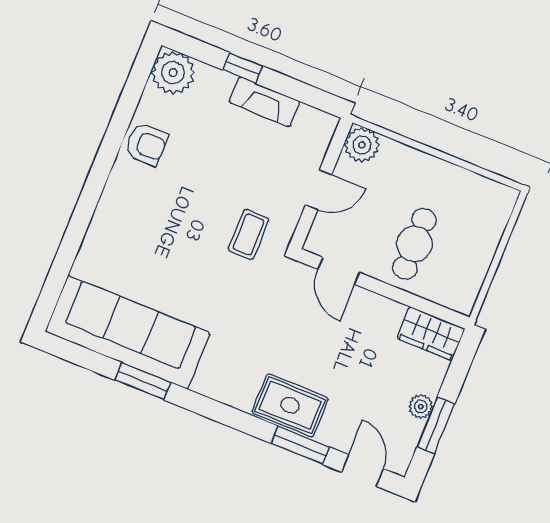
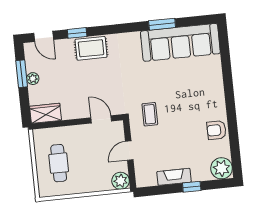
cafe table: (414, 244) -> (59, 163), moved
window: (300, 445) -> (77, 33), width x0.67

